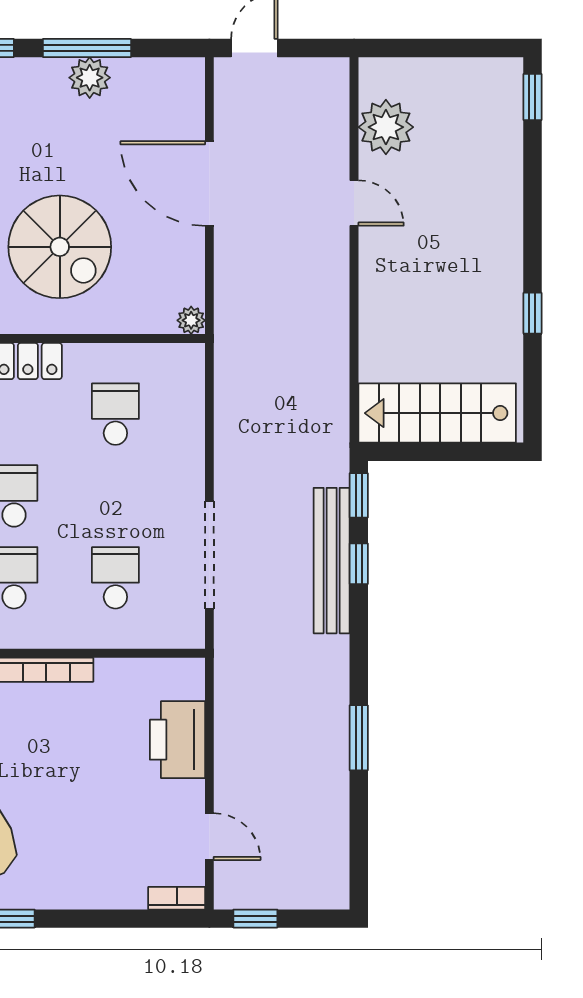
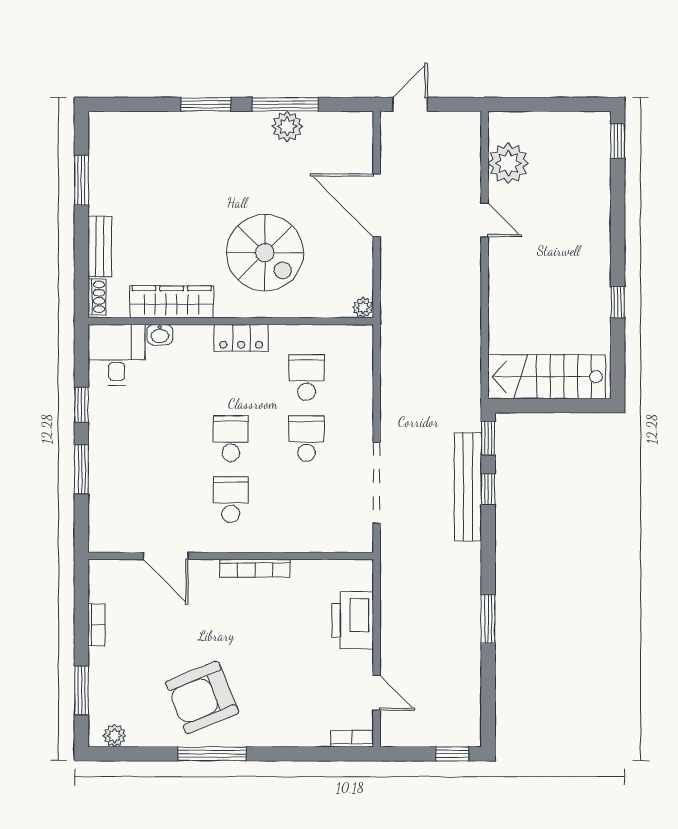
school desk: (115, 578) -> (306, 439), moved
window: (255, 919) -> (452, 754), moved

